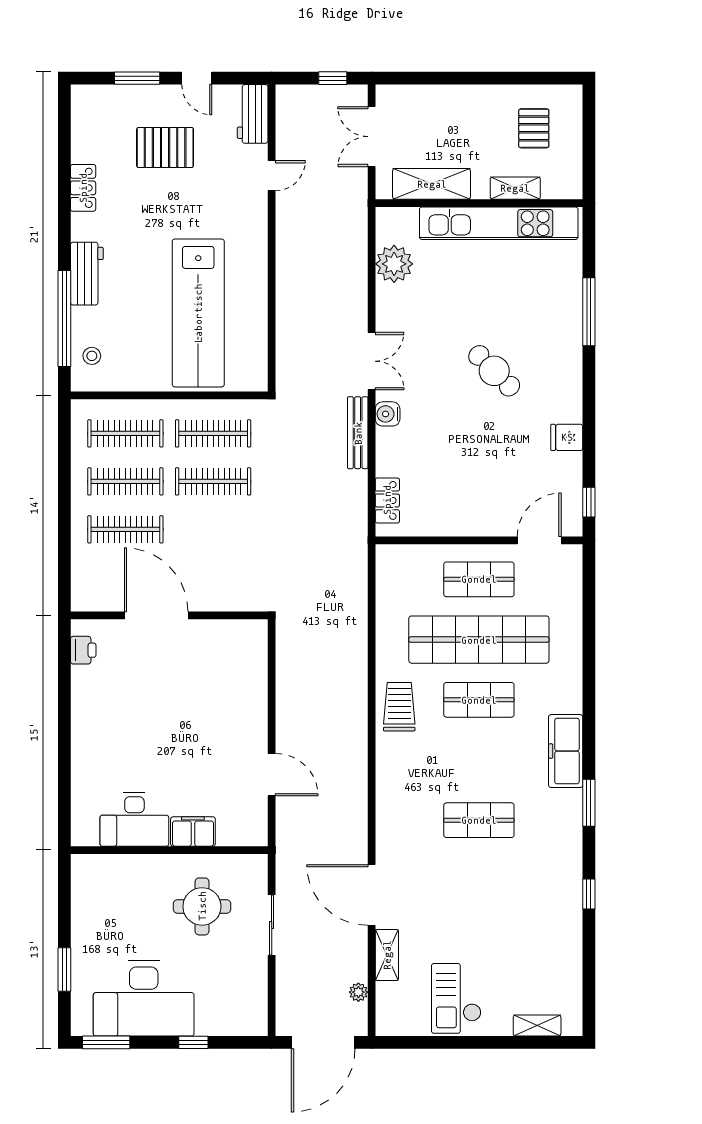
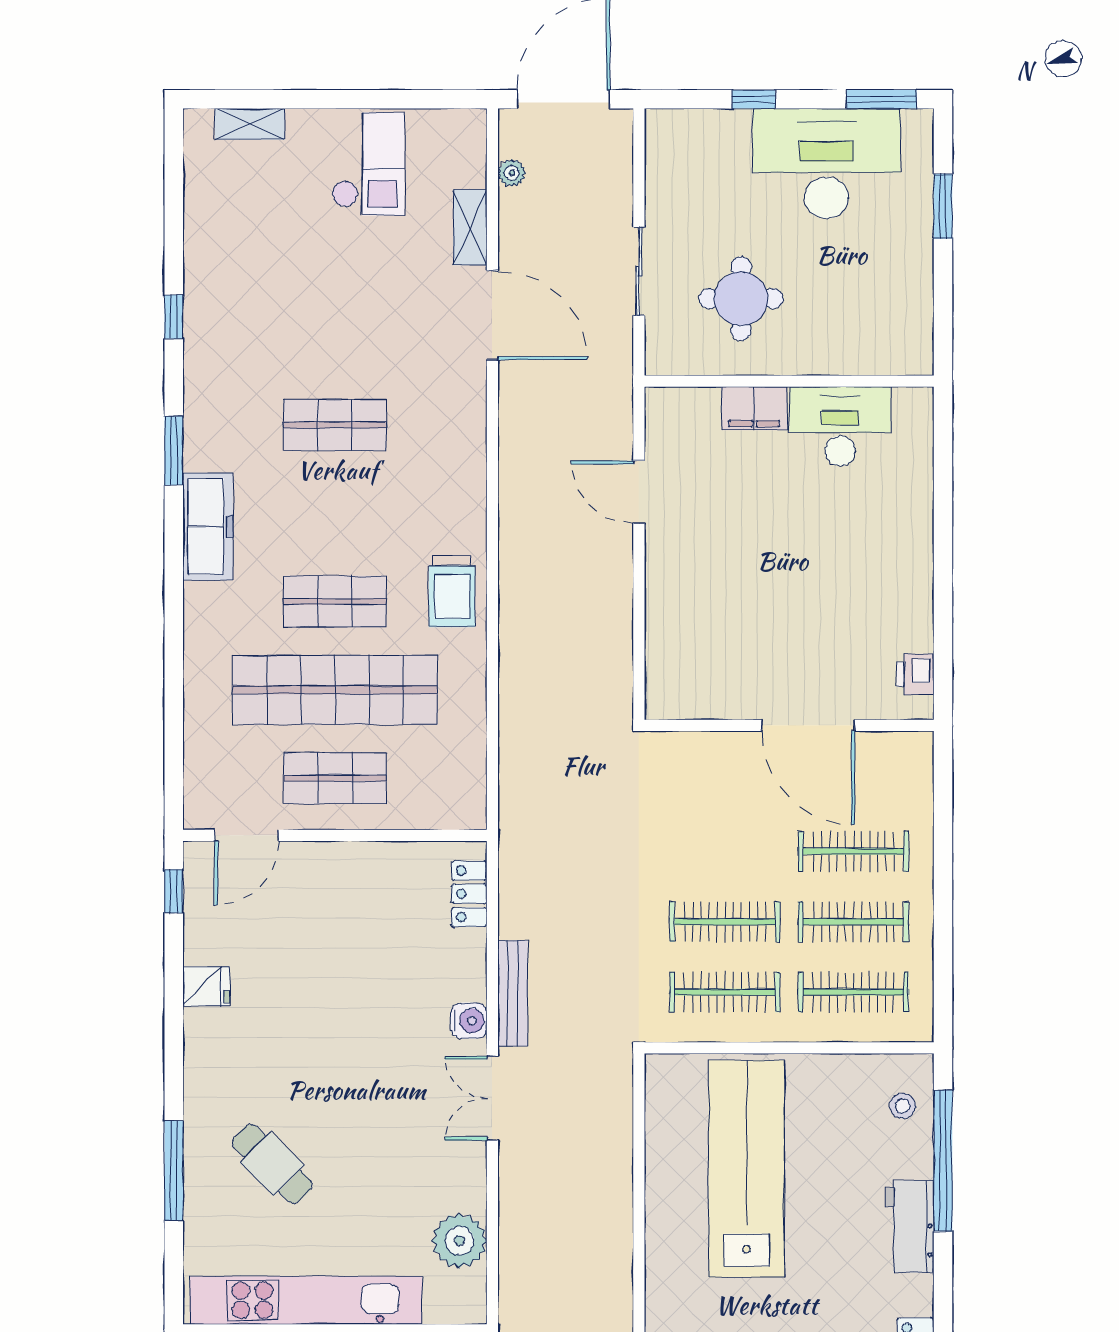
cafe table: (494, 371) -> (272, 1164), moved

